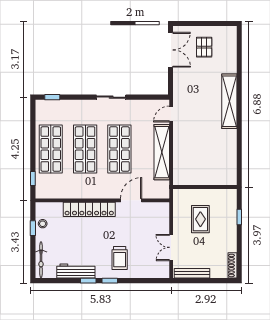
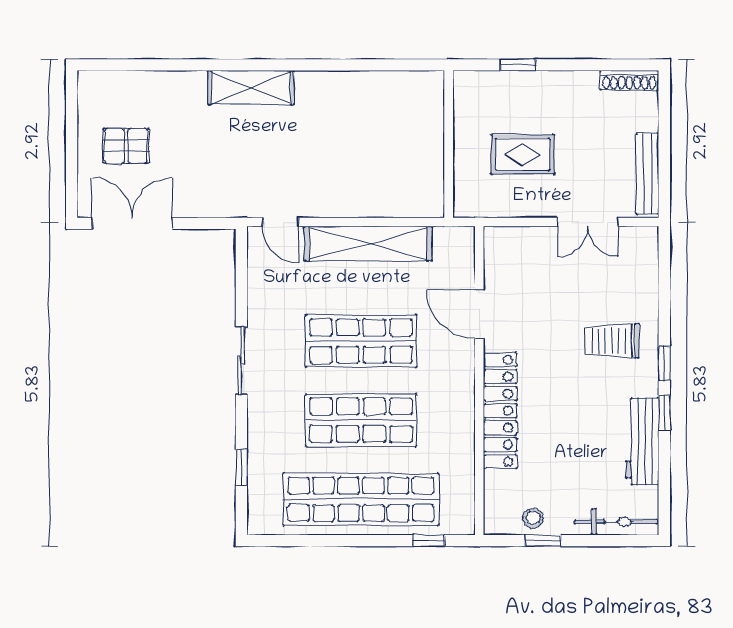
window: (52, 97) -> (241, 467), moved
shelving: (229, 101) -> (251, 88), width x0.68
shop shelf: (51, 149) -> (361, 499), width x1.40
trolley: (120, 258) -> (612, 341), turned 180

